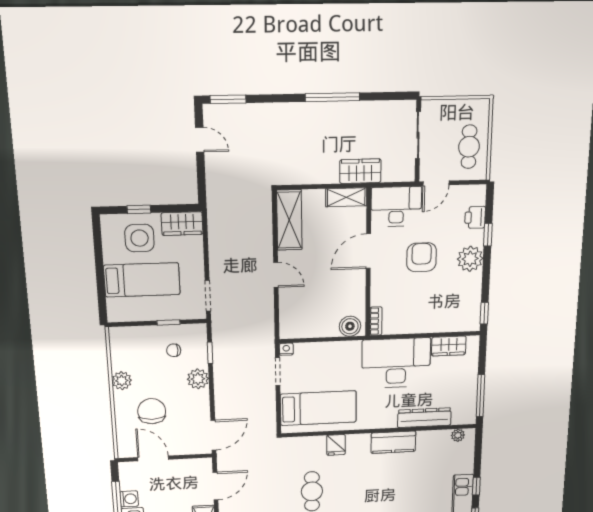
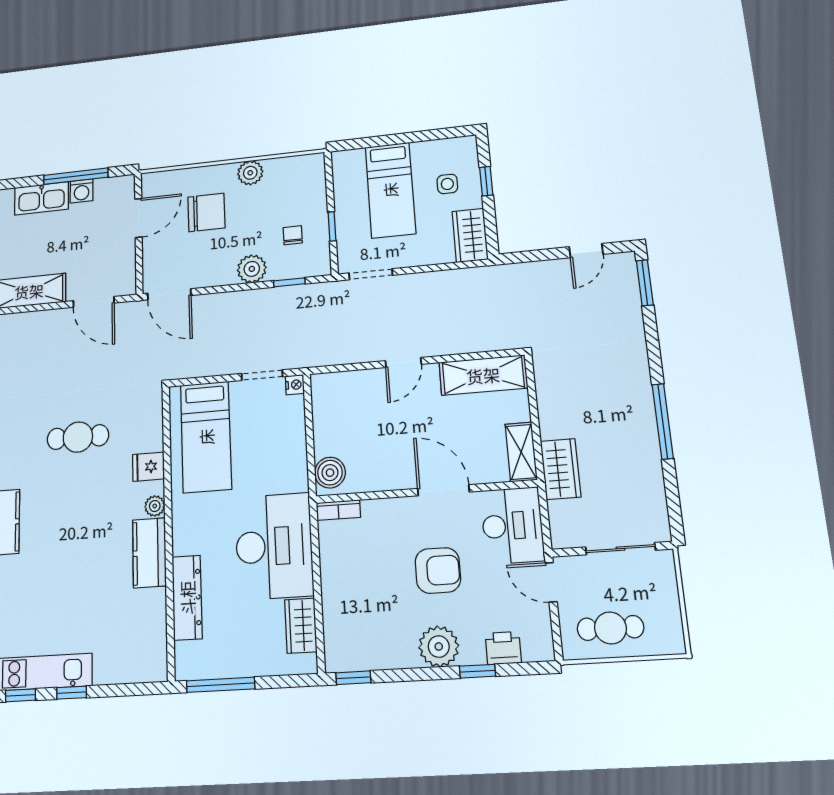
side table: (140, 238) -> (447, 184), width x0.54, depth x0.54
plant: (458, 435) -> (155, 506), moved

